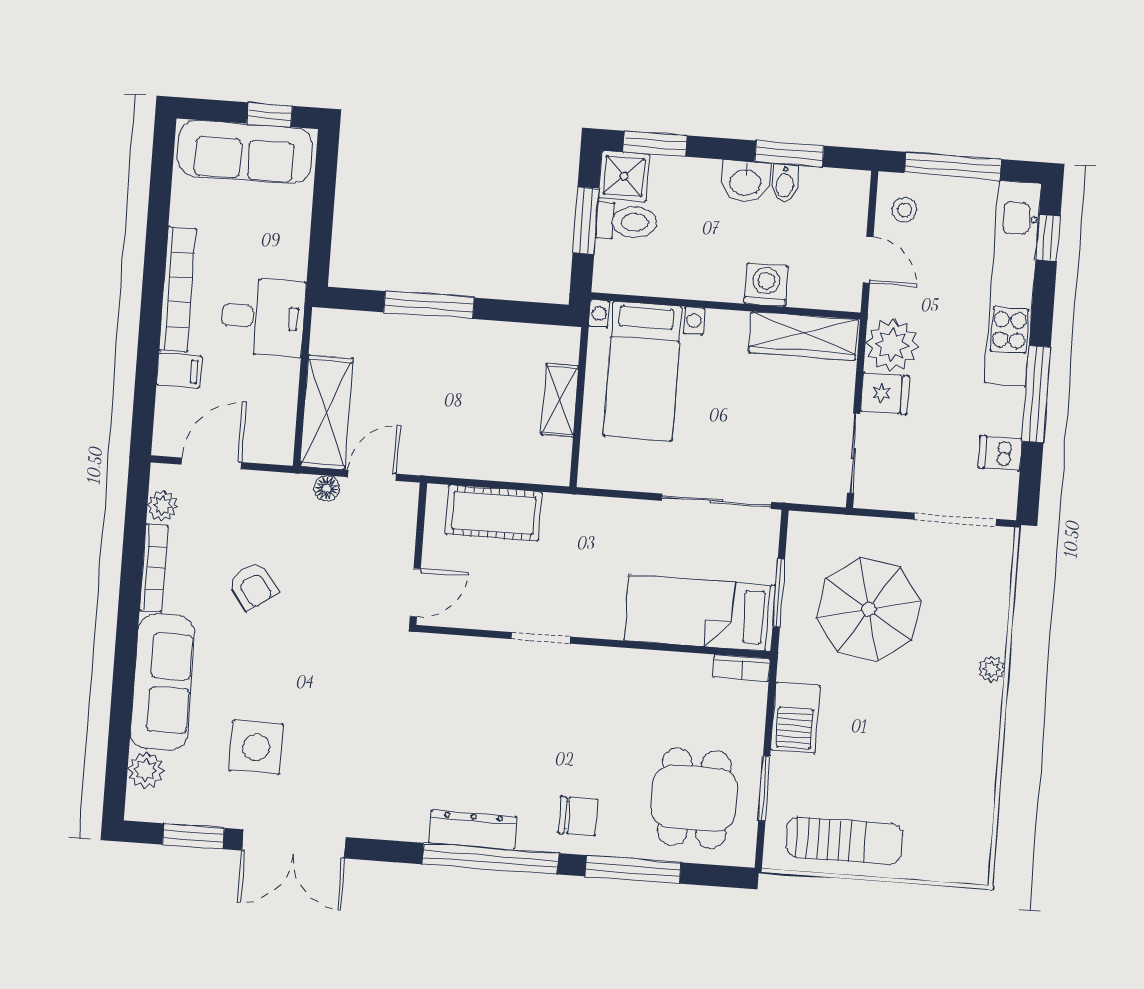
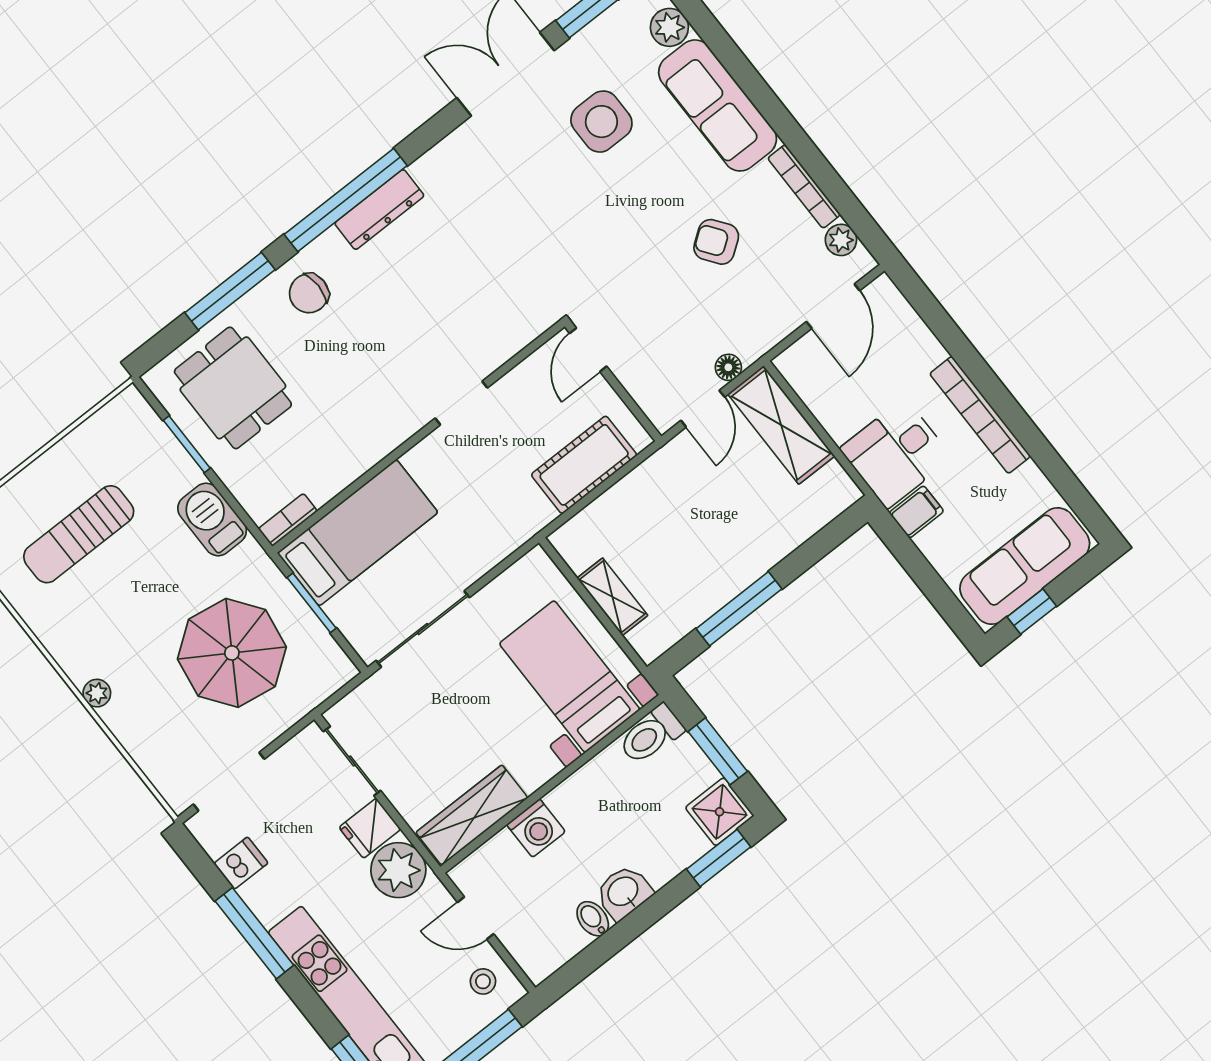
window: (789, 154) -> (609, 944), removed
toilet: (627, 222) -> (651, 735), moved
window: (429, 305) -> (739, 609), moved
filing cabinet: (179, 371) -> (917, 512), moved, turned 180
sun lounger: (844, 841) -> (79, 534), moved

